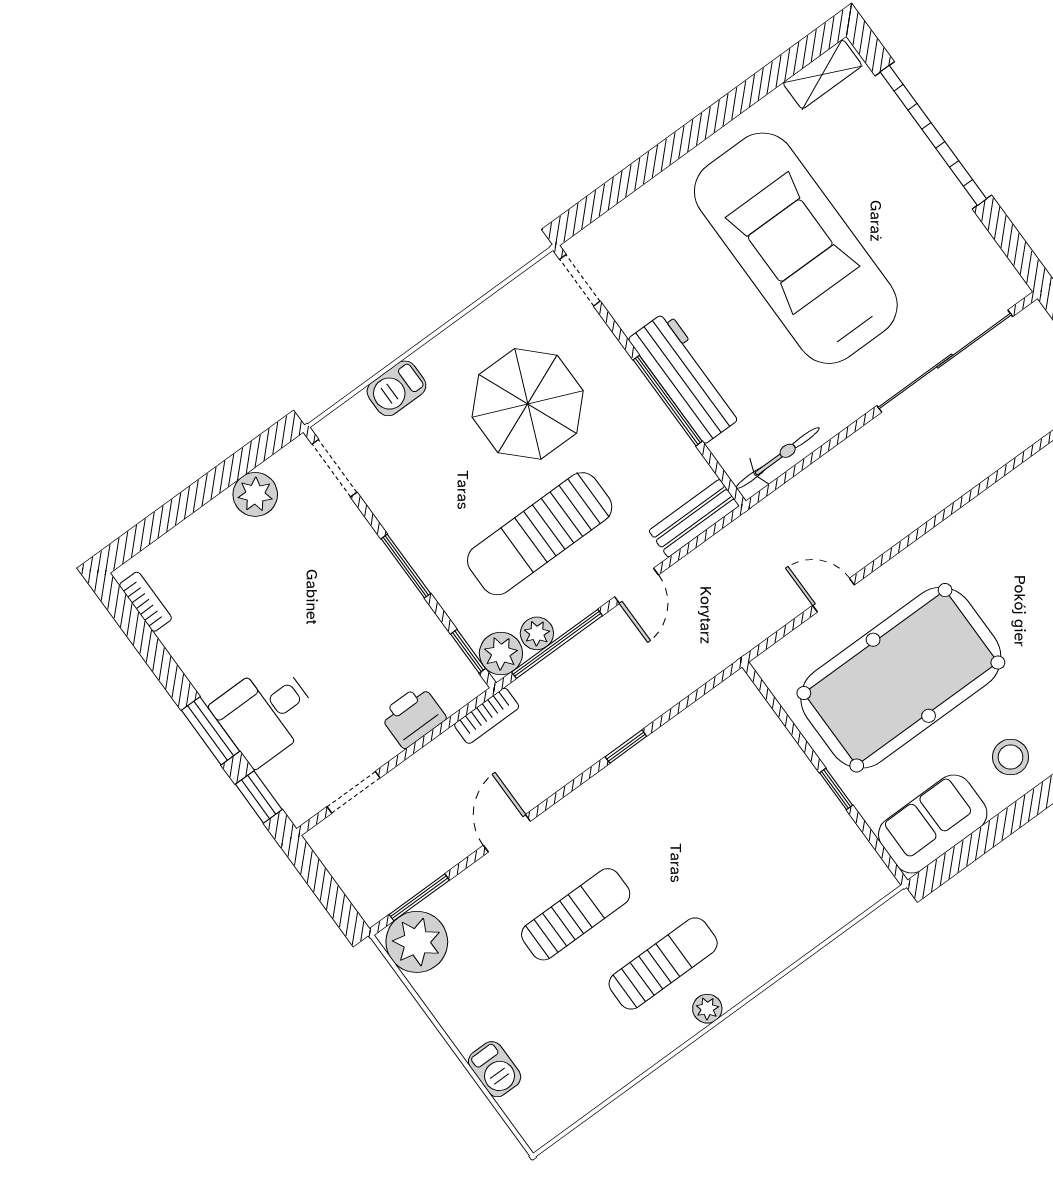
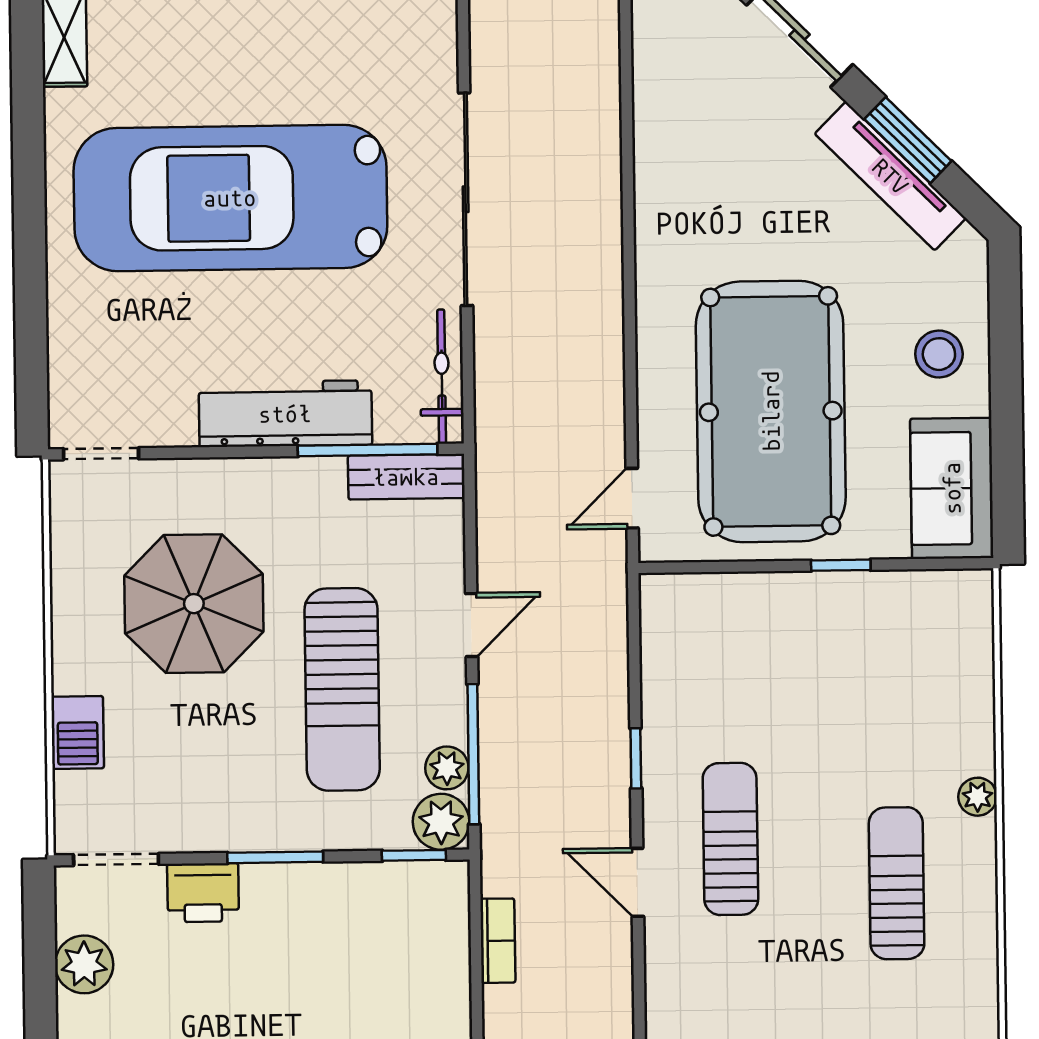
sliding door: (945, 361) -> (466, 199), moved
window: (668, 401) -> (368, 450), moved
bench: (694, 518) -> (406, 477), moved, turned 90
door: (637, 586) -> (472, 625), hinge flipped
door: (833, 595) -> (632, 498), moved
bookcase: (487, 716) -> (498, 941), moved
printer: (413, 717) -> (203, 893), moved, turned -90
door: (507, 833) -> (638, 882), moved
sun lounger: (576, 914) -> (730, 839), moved
plant: (707, 1009) -> (978, 797), moved

